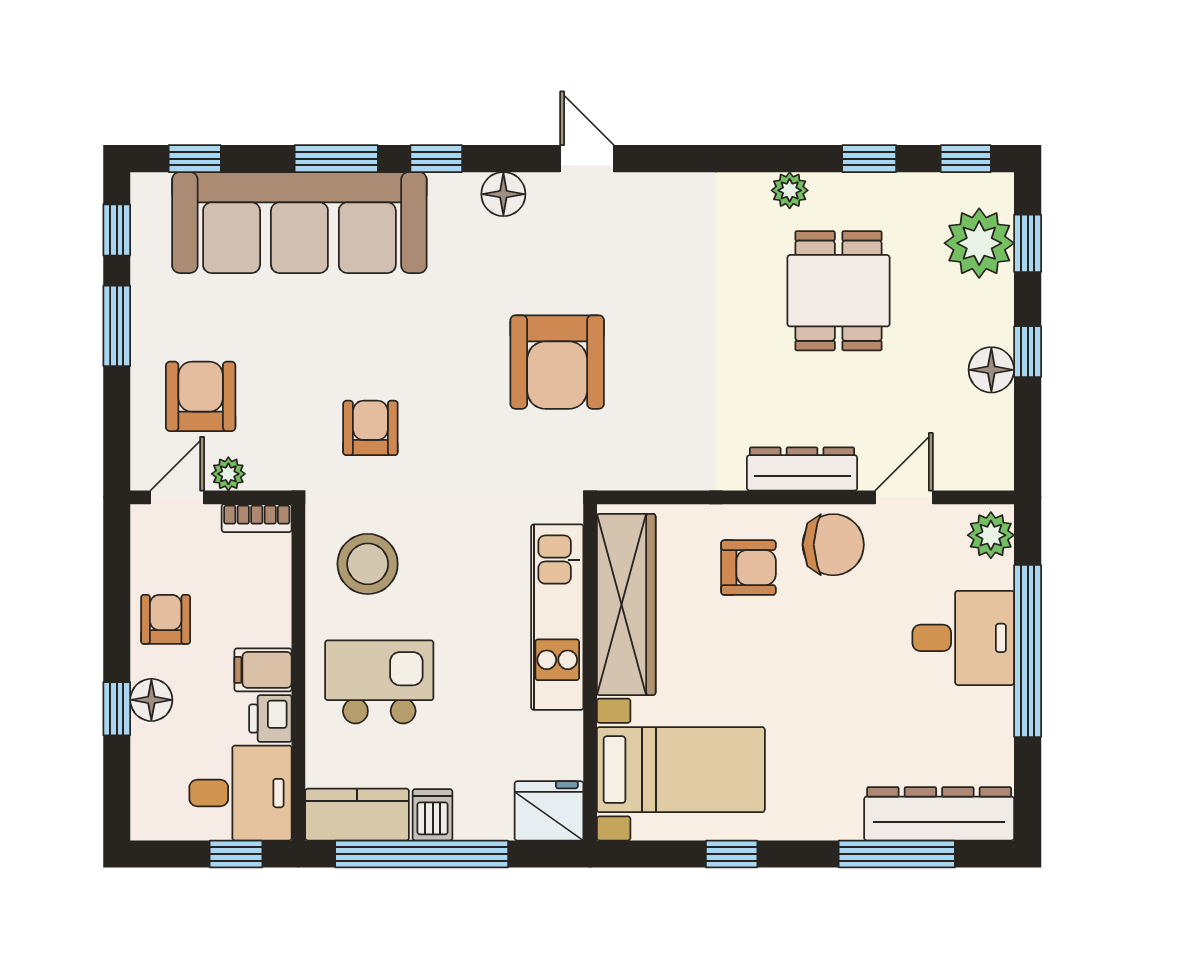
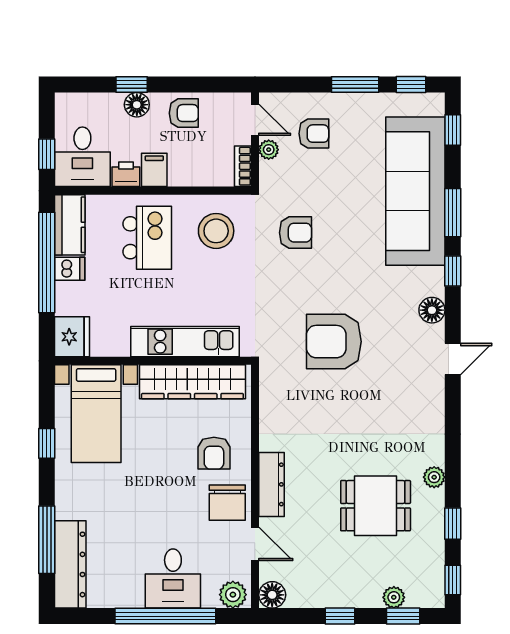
plant: (979, 243) -> (394, 597), width x0.53, depth x0.53
floor lamp: (991, 370) -> (272, 595), moved
armchair: (201, 396) -> (314, 134), width x0.72, depth x0.72

